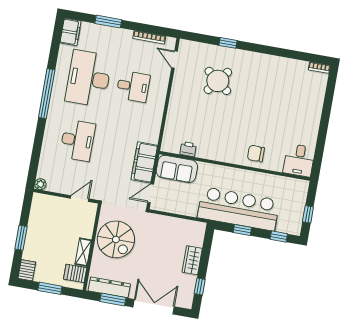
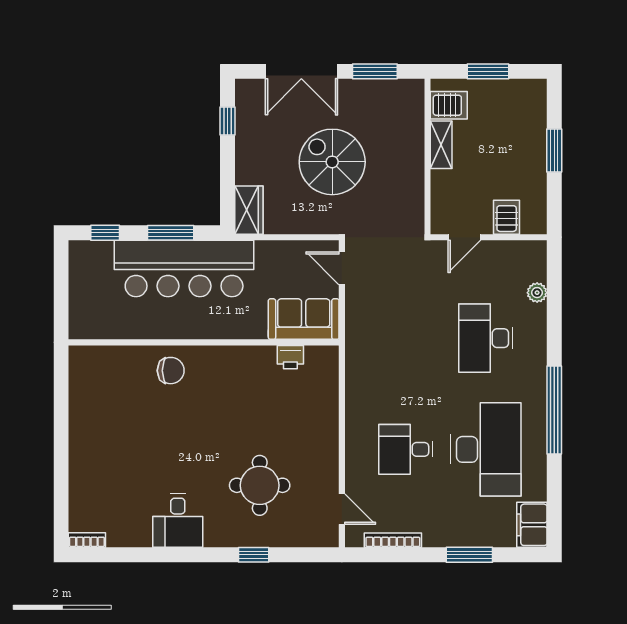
round table: (218, 81) -> (260, 485), turned -38
desk: (299, 160) -> (178, 521), moved, turned 180
filing cabinet: (144, 162) -> (363, 320), removed
plant: (40, 184) -> (537, 293), moved
door: (151, 193) -> (342, 268), swing flipped
window: (308, 214) -> (61, 281), removed
window: (242, 230) -> (171, 233), width x1.50
spiral stairs: (116, 239) -> (332, 162), moved
wardrobe: (192, 260) -> (249, 210), moved
server rack: (27, 270) -> (507, 217), moved, turned 180
dresser: (109, 287) -> (385, 91), removed

